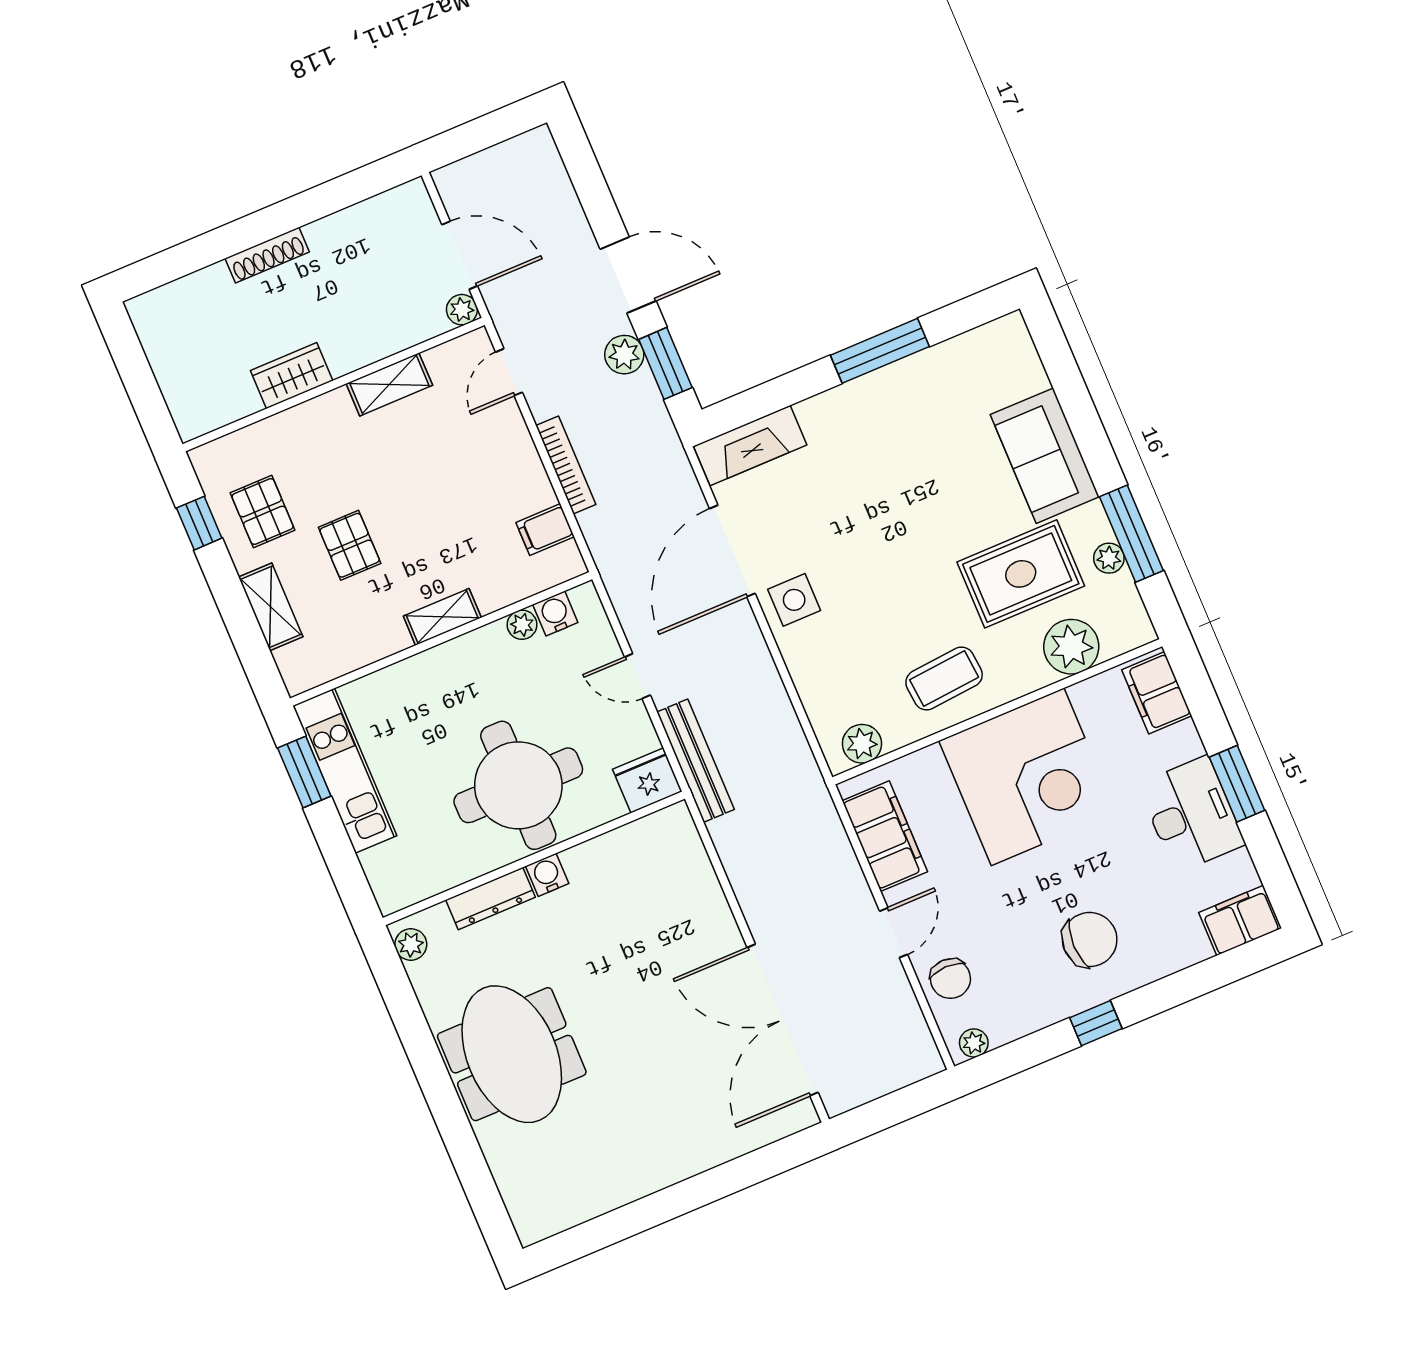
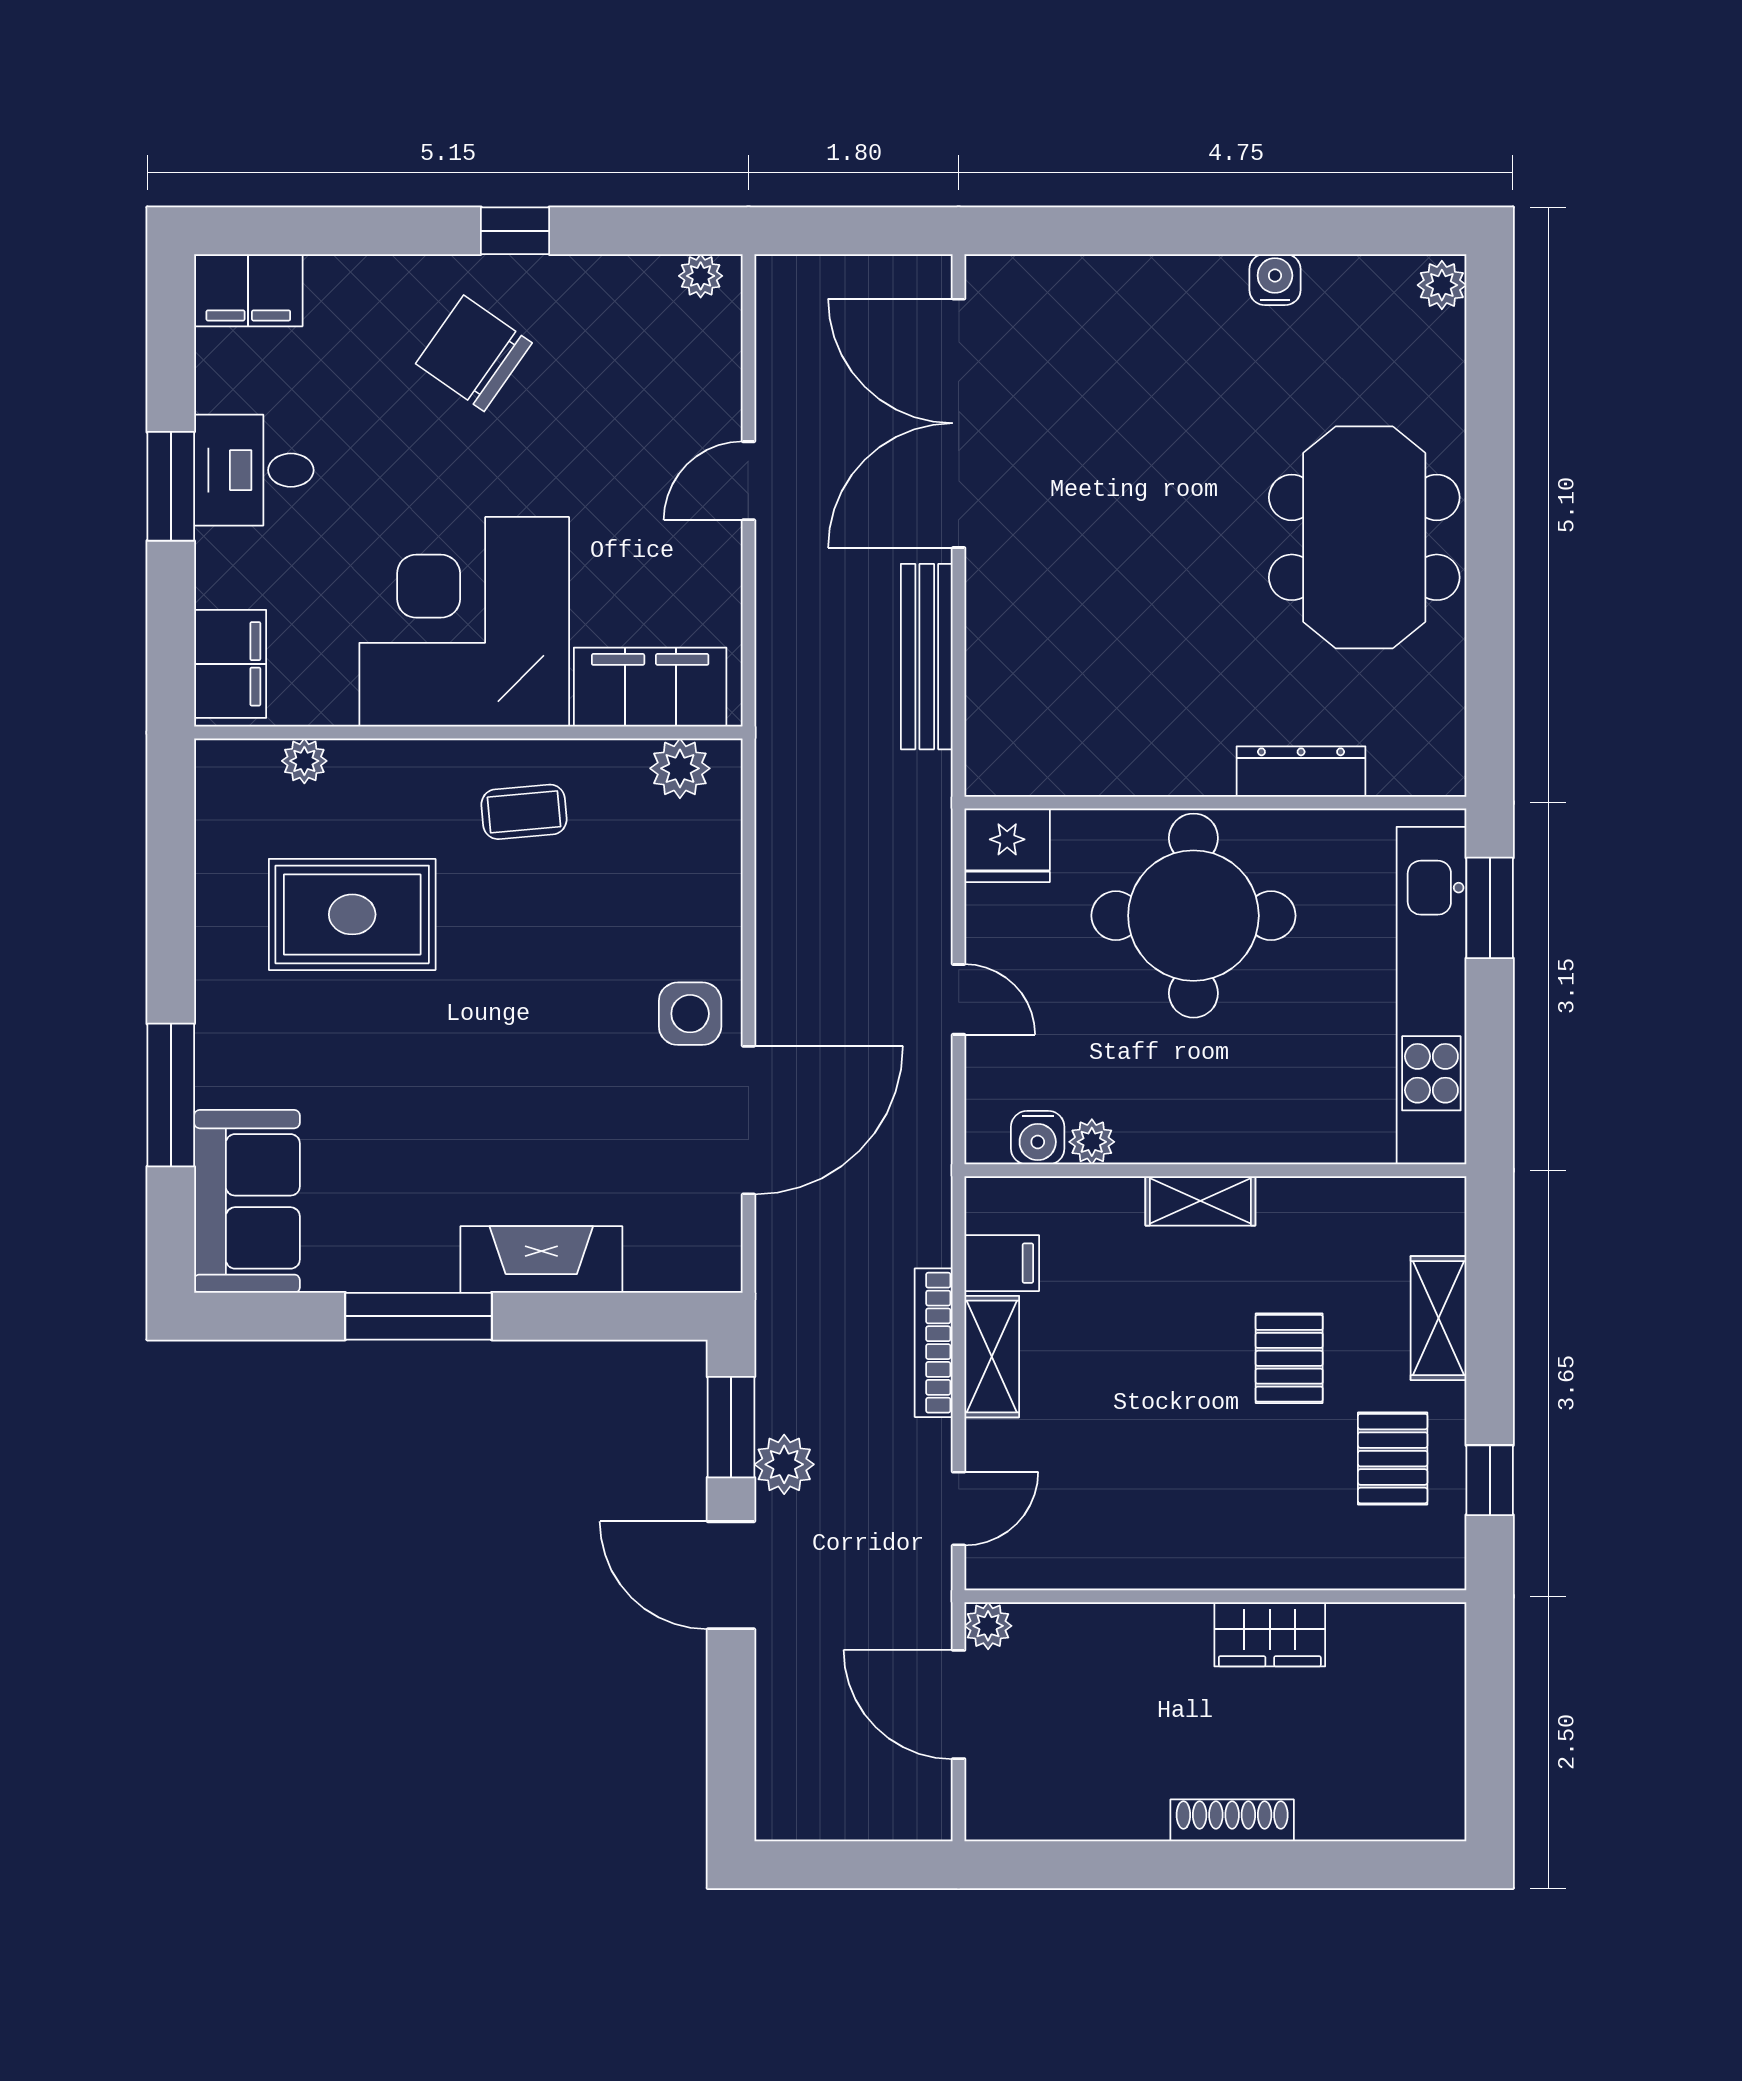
shelving: (389, 384) -> (992, 1357), moved, turned 90
fireplace: (750, 446) -> (541, 1259), moved
sofa: (1045, 456) -> (247, 1201), moved
window: (1131, 534) -> (171, 1095), moved
plant: (1109, 558) -> (217, 884), removed
plant: (1071, 647) -> (304, 761), width x0.53, depth x0.53
coffee table: (944, 678) -> (524, 812), width x0.73, depth x0.77
bench: (696, 761) -> (927, 657), moved
kitchen unit: (345, 771) -> (1431, 996), width x1.36
window: (304, 772) -> (1490, 908), moved
desk: (1191, 814) -> (254, 470), width x0.73
filing cabinet: (885, 836) -> (650, 687), moved, turned 90
water cooler: (547, 875) -> (1275, 280), moved, turned 180
chair: (1090, 940) -> (474, 353), turned 35
plant: (411, 944) -> (1442, 285), moved
chair: (950, 979) -> (695, 381), removed
double door: (783, 1020) -> (959, 423), swing flipped

